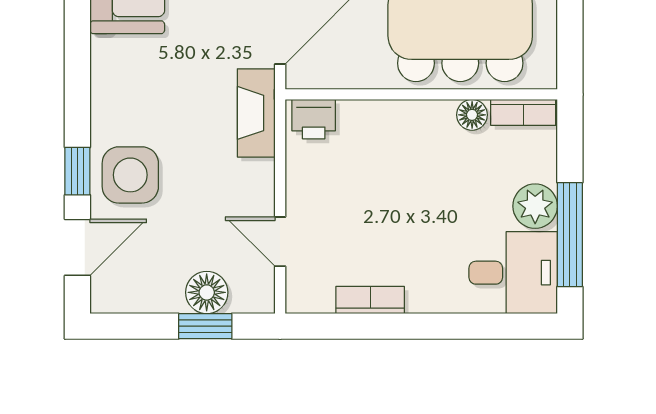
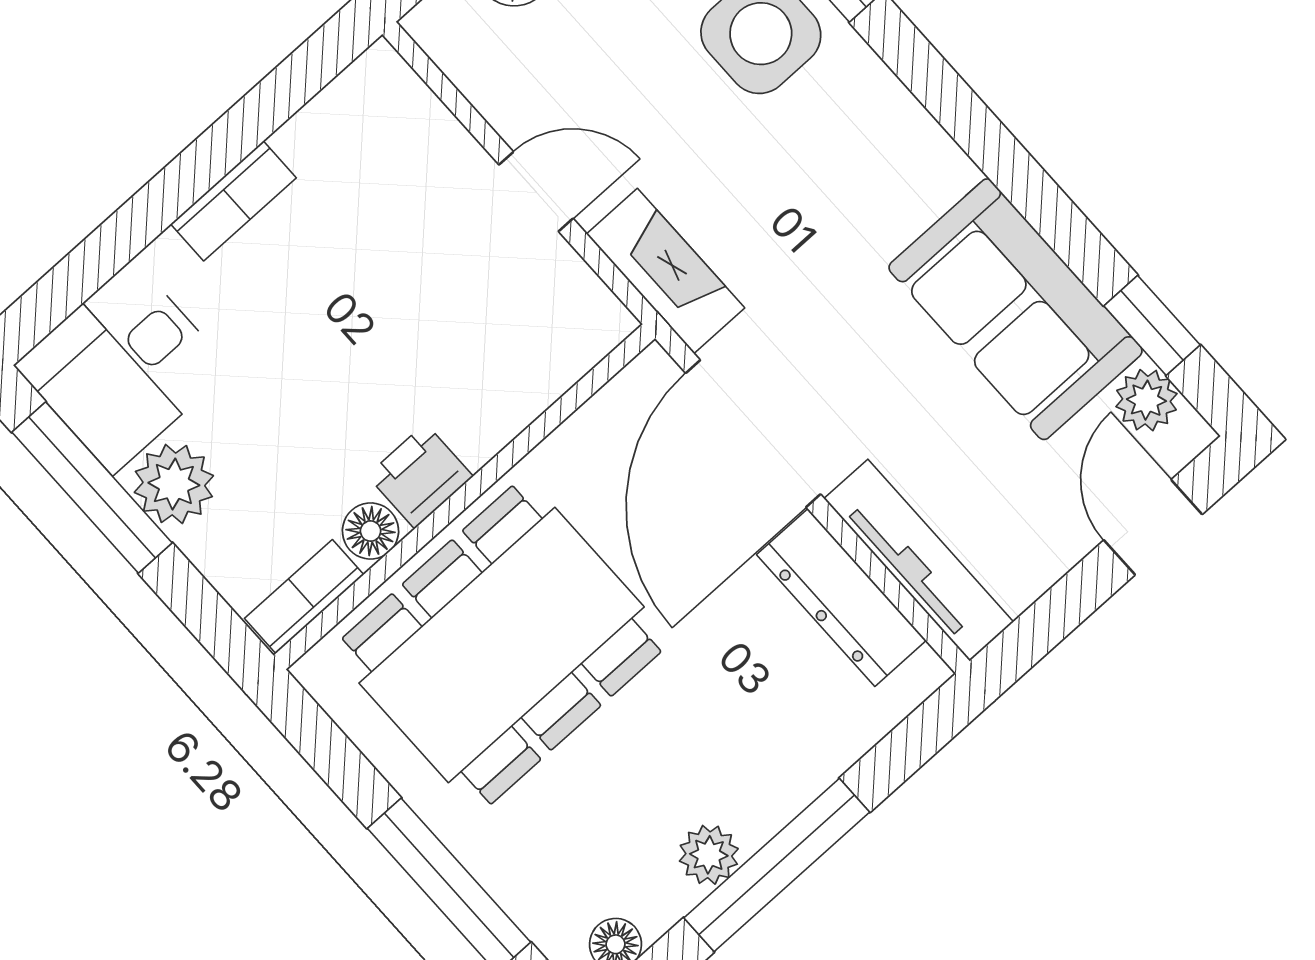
printer: (314, 119) -> (420, 476), moved
door: (280, 242) -> (536, 192), moved
bookcase: (370, 300) -> (233, 201), moved

